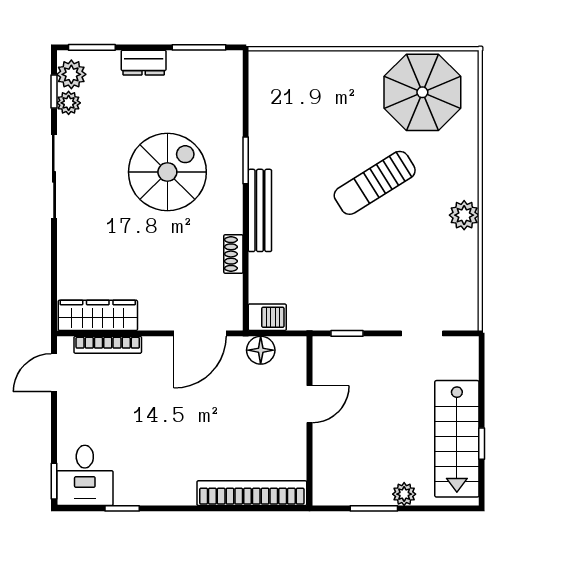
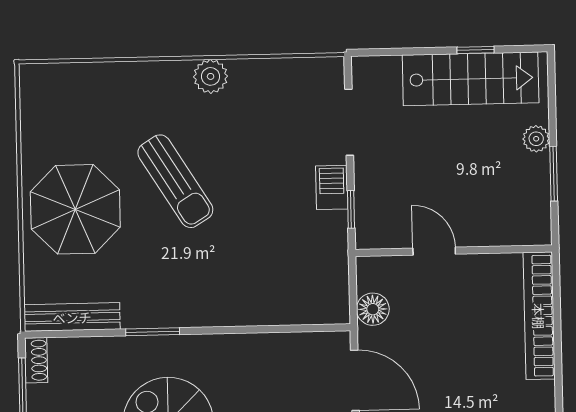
parasol: (422, 92) -> (75, 209), moved
bench: (260, 210) -> (72, 317), moved
shoe rack: (233, 254) -> (36, 360), moved, turned -90
barbecue: (267, 317) -> (332, 187), moved
doorway: (422, 333) -> (349, 122), width x1.38

